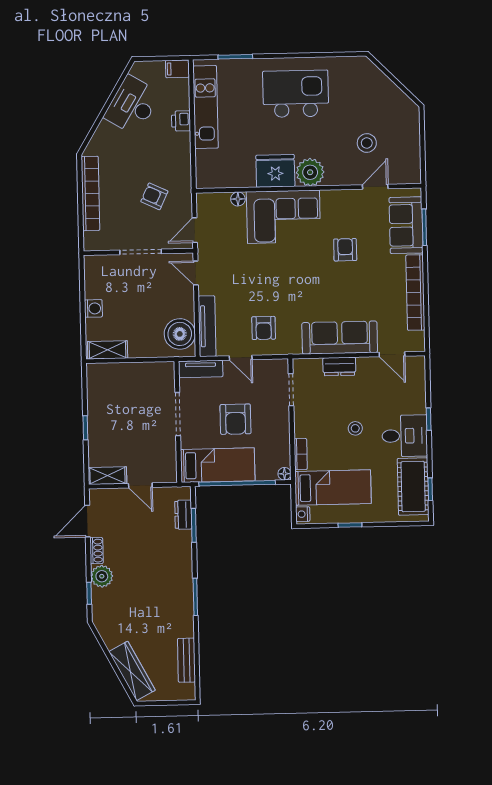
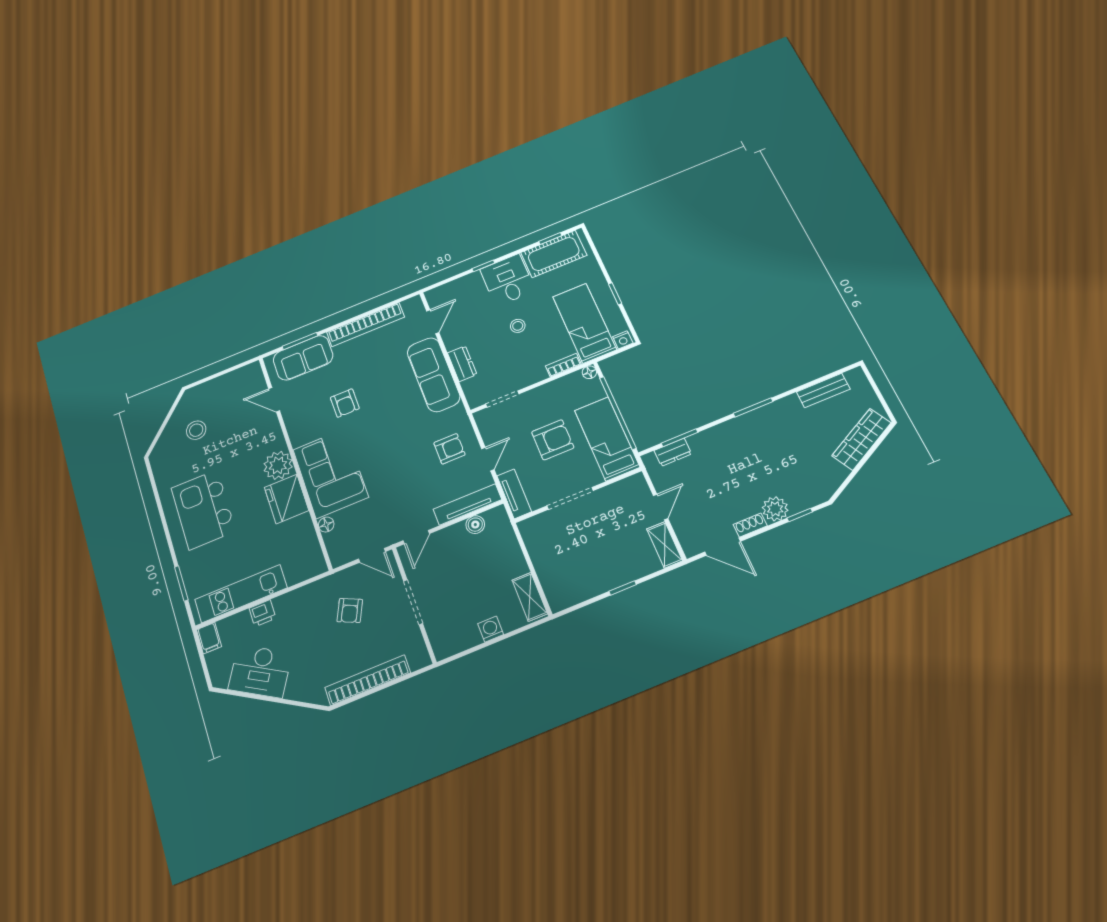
stool: (367, 143) -> (196, 430), moved
armchair: (345, 250) -> (345, 403), turned -90
boiler: (180, 334) -> (475, 525), width x0.54, depth x0.54

